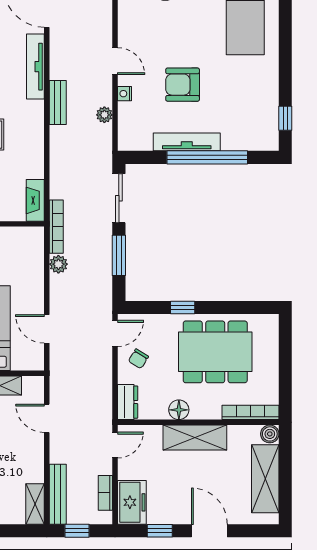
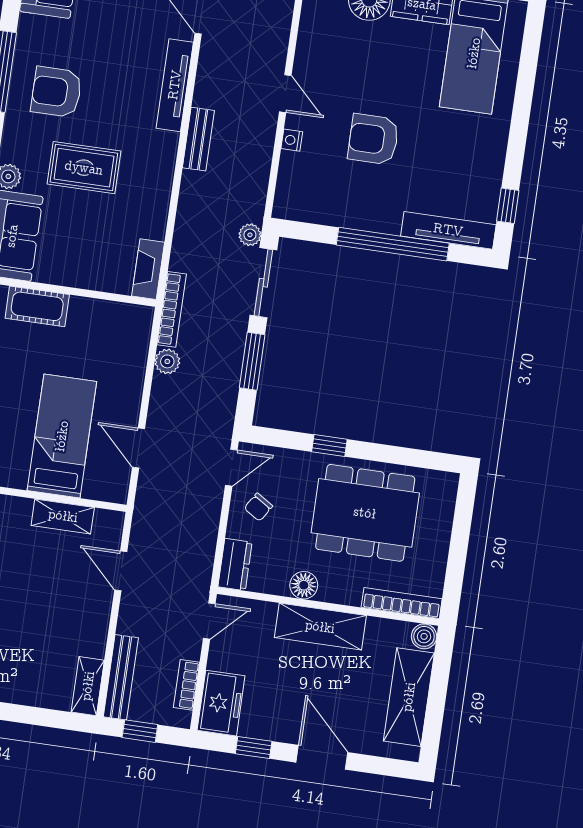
plant: (104, 115) -> (250, 235), moved
tv unit: (187, 142) -> (448, 230), moved

